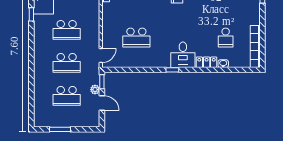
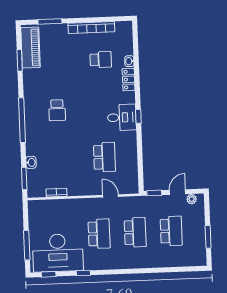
bookcase: (255, 46) -> (91, 28), moved
door: (101, 55) -> (111, 196), moved
desk: (183, 55) -> (122, 117), moved
plant: (95, 90) -> (192, 199), moved

